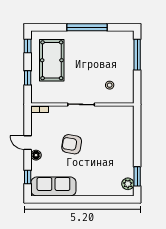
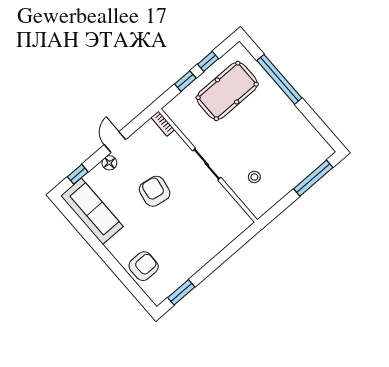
window: (87, 27) -> (279, 79), moved
window: (28, 46) -> (208, 61), moved
armchair: (106, 184) -> (144, 266), added
plant: (128, 184) -> (164, 289), removed

